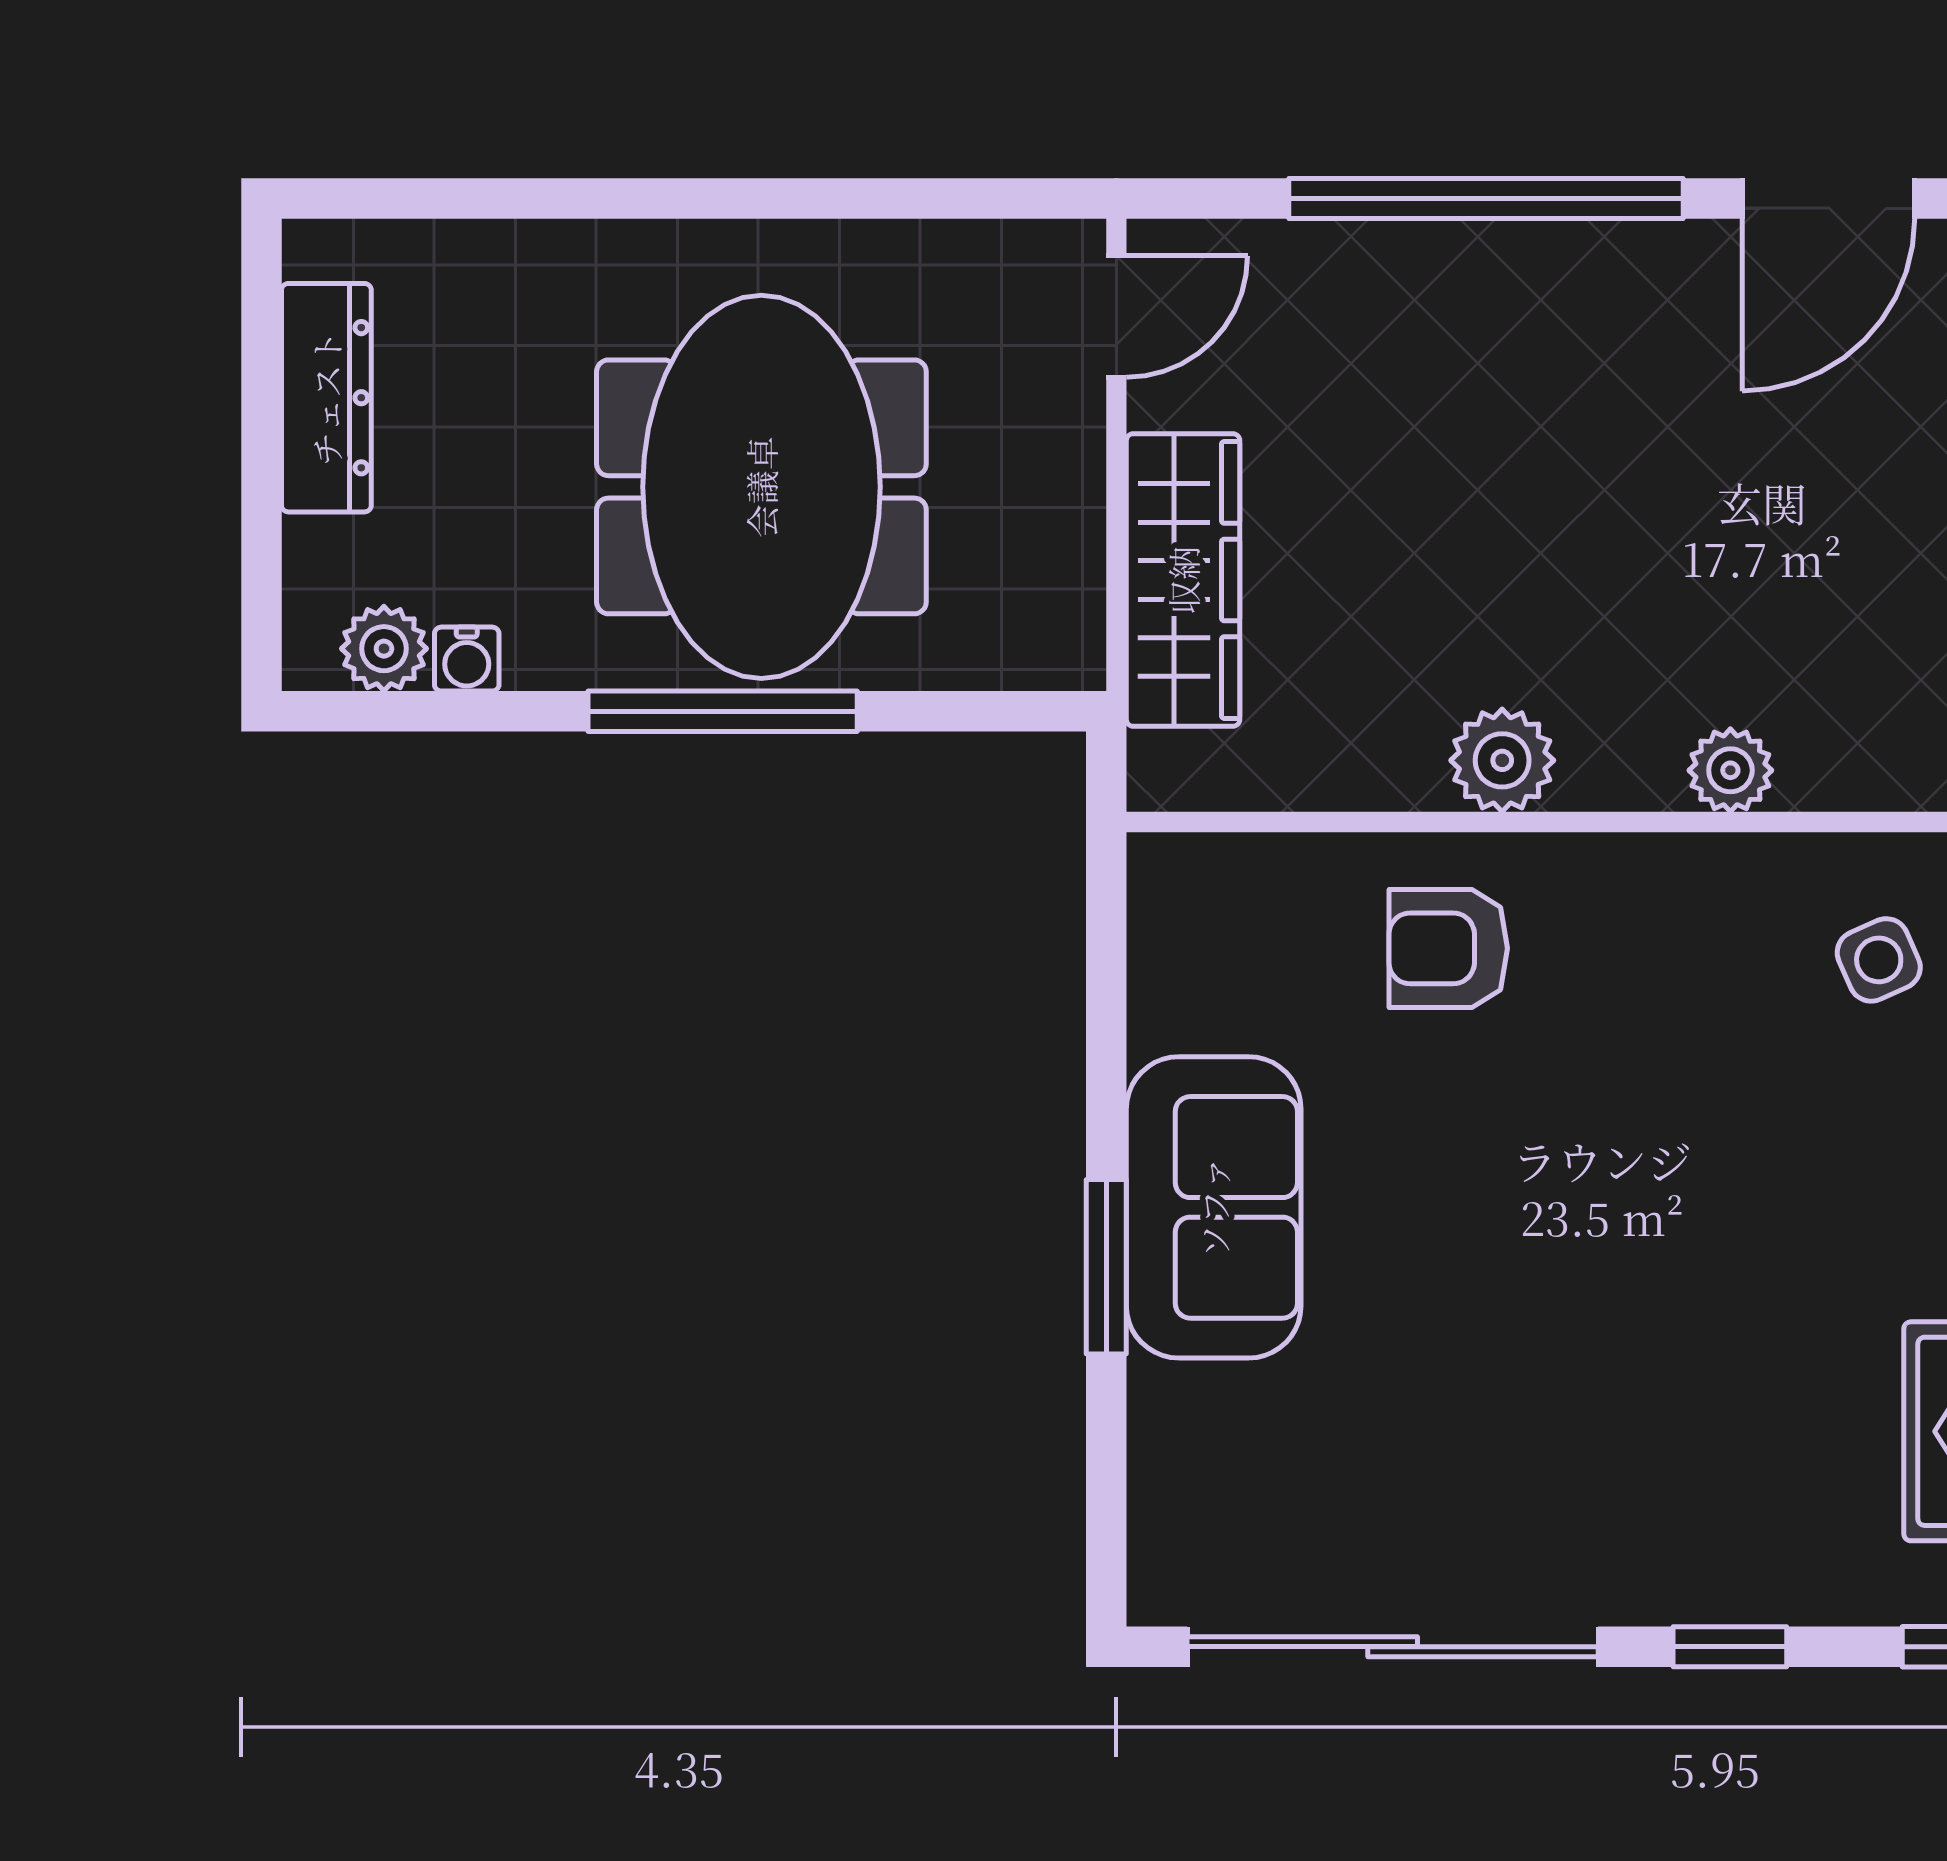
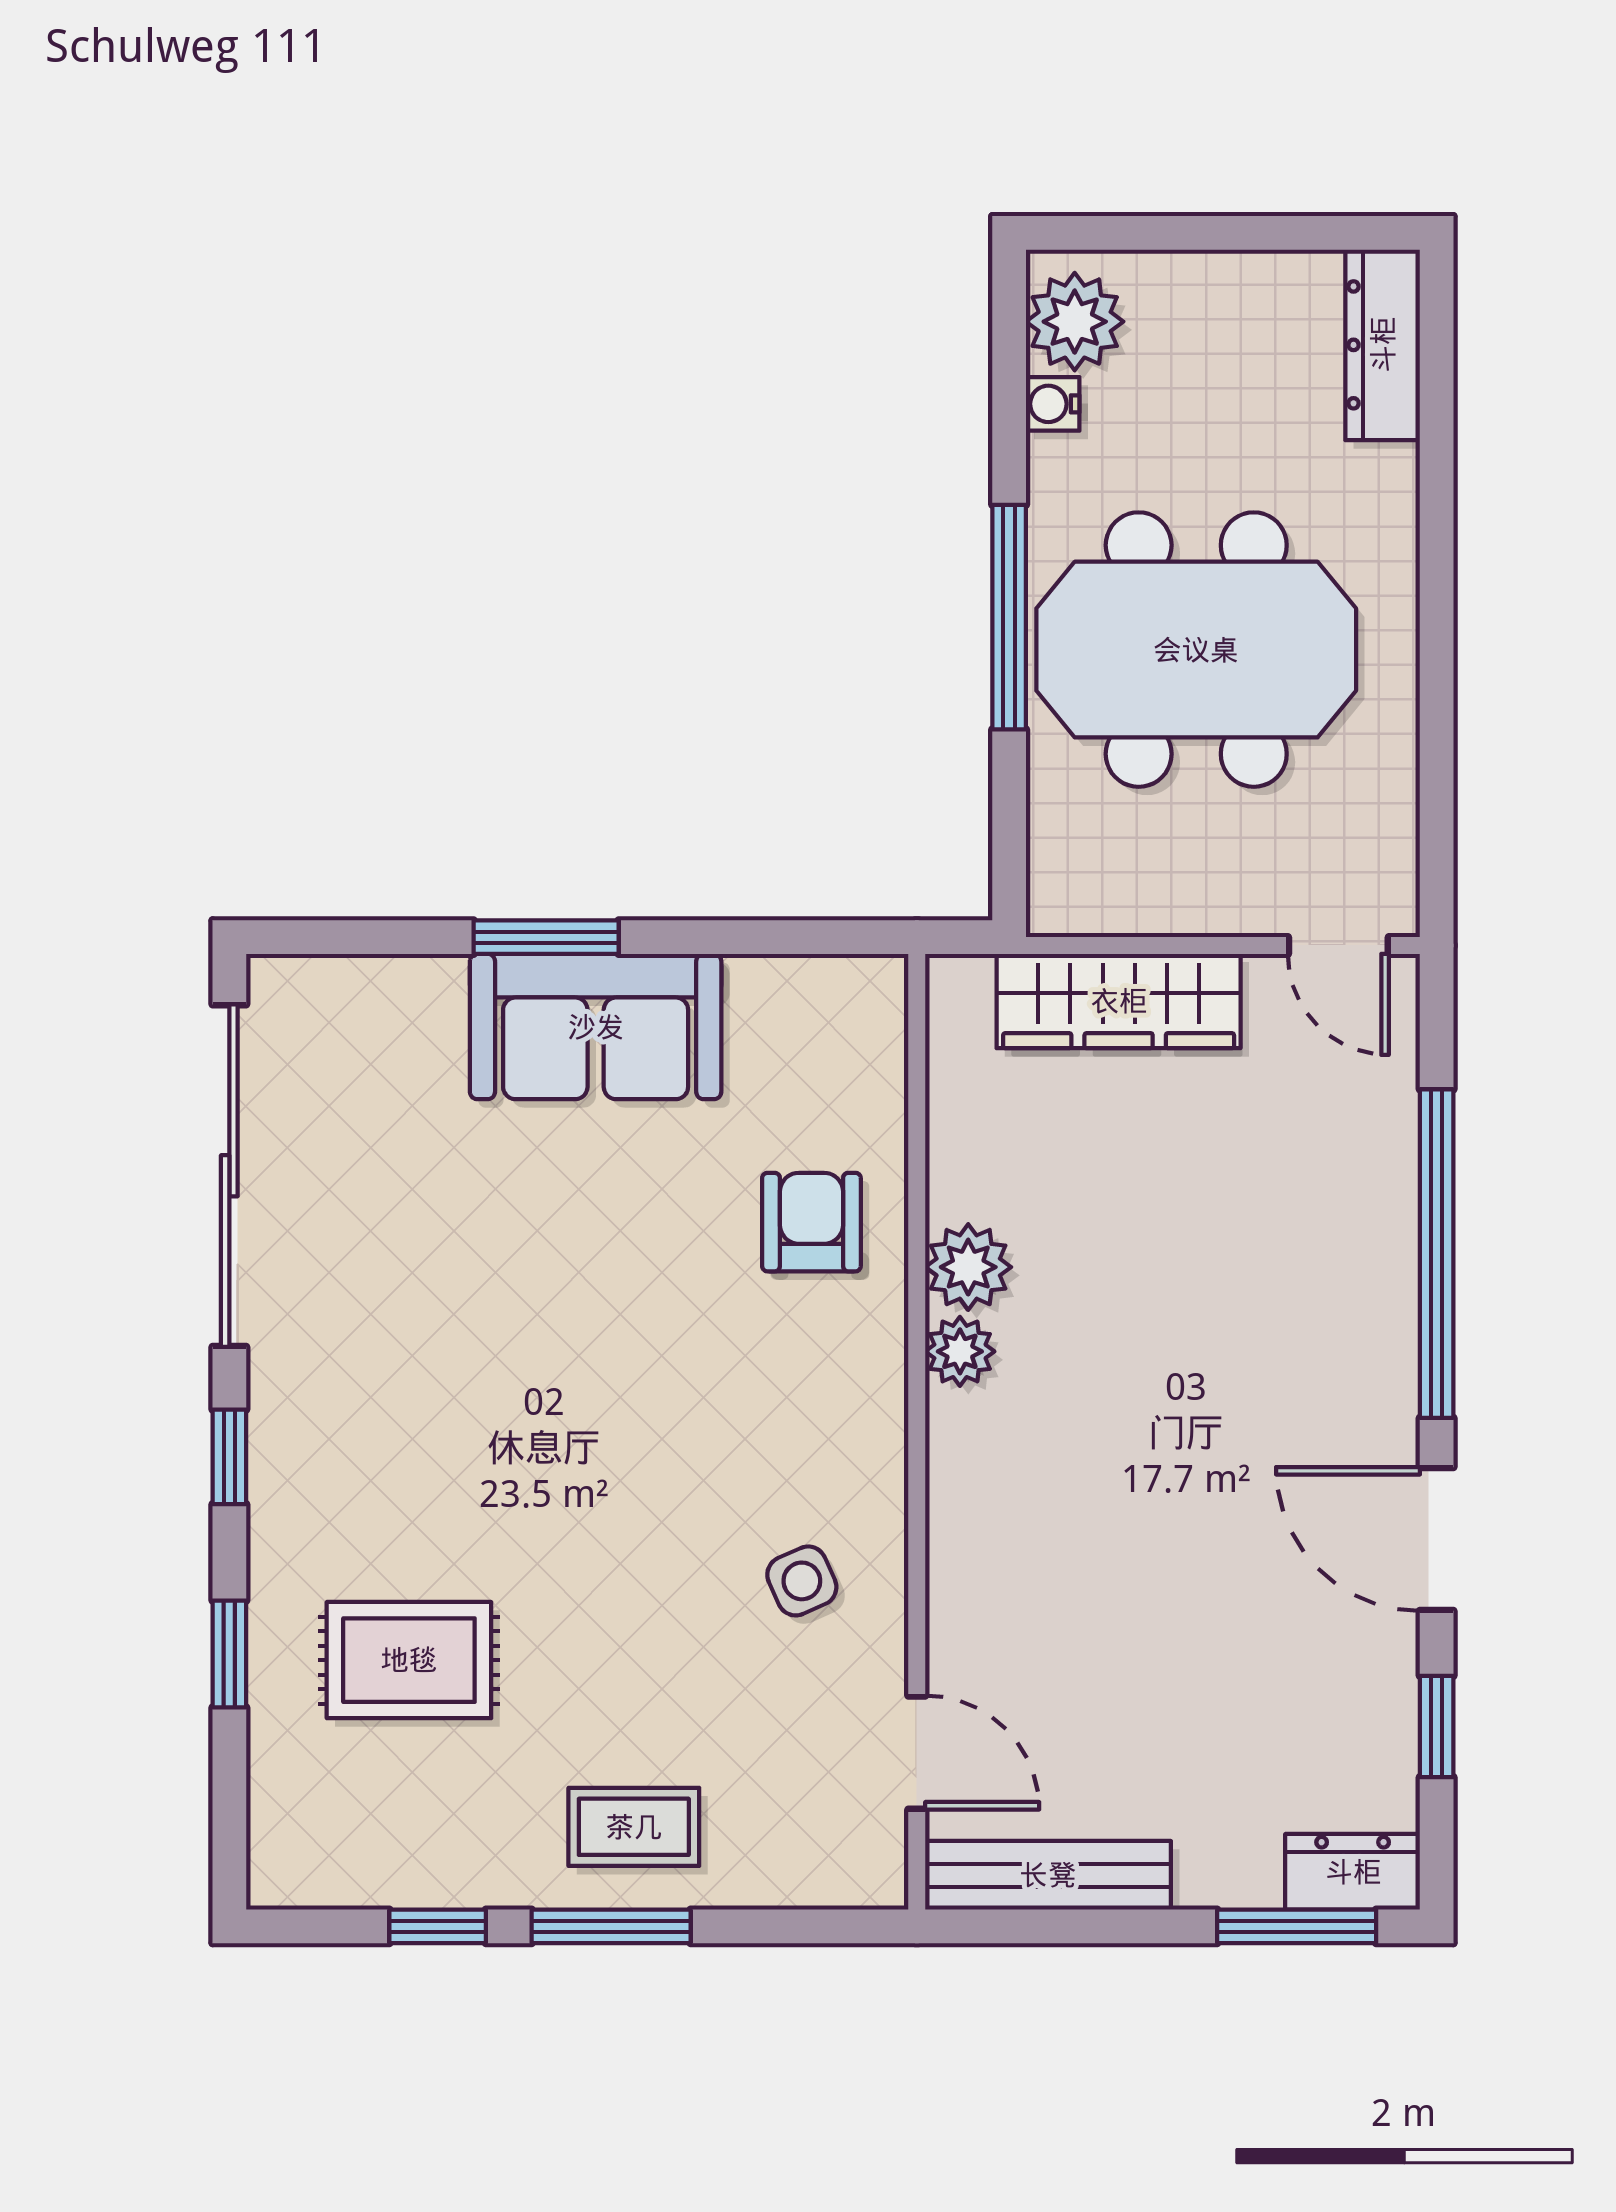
dresser: (326, 398) -> (1383, 345), moved, turned 90
plant: (384, 649) -> (1075, 322), width x1.38, depth x1.38
plant: (1730, 770) -> (960, 1351), moved

